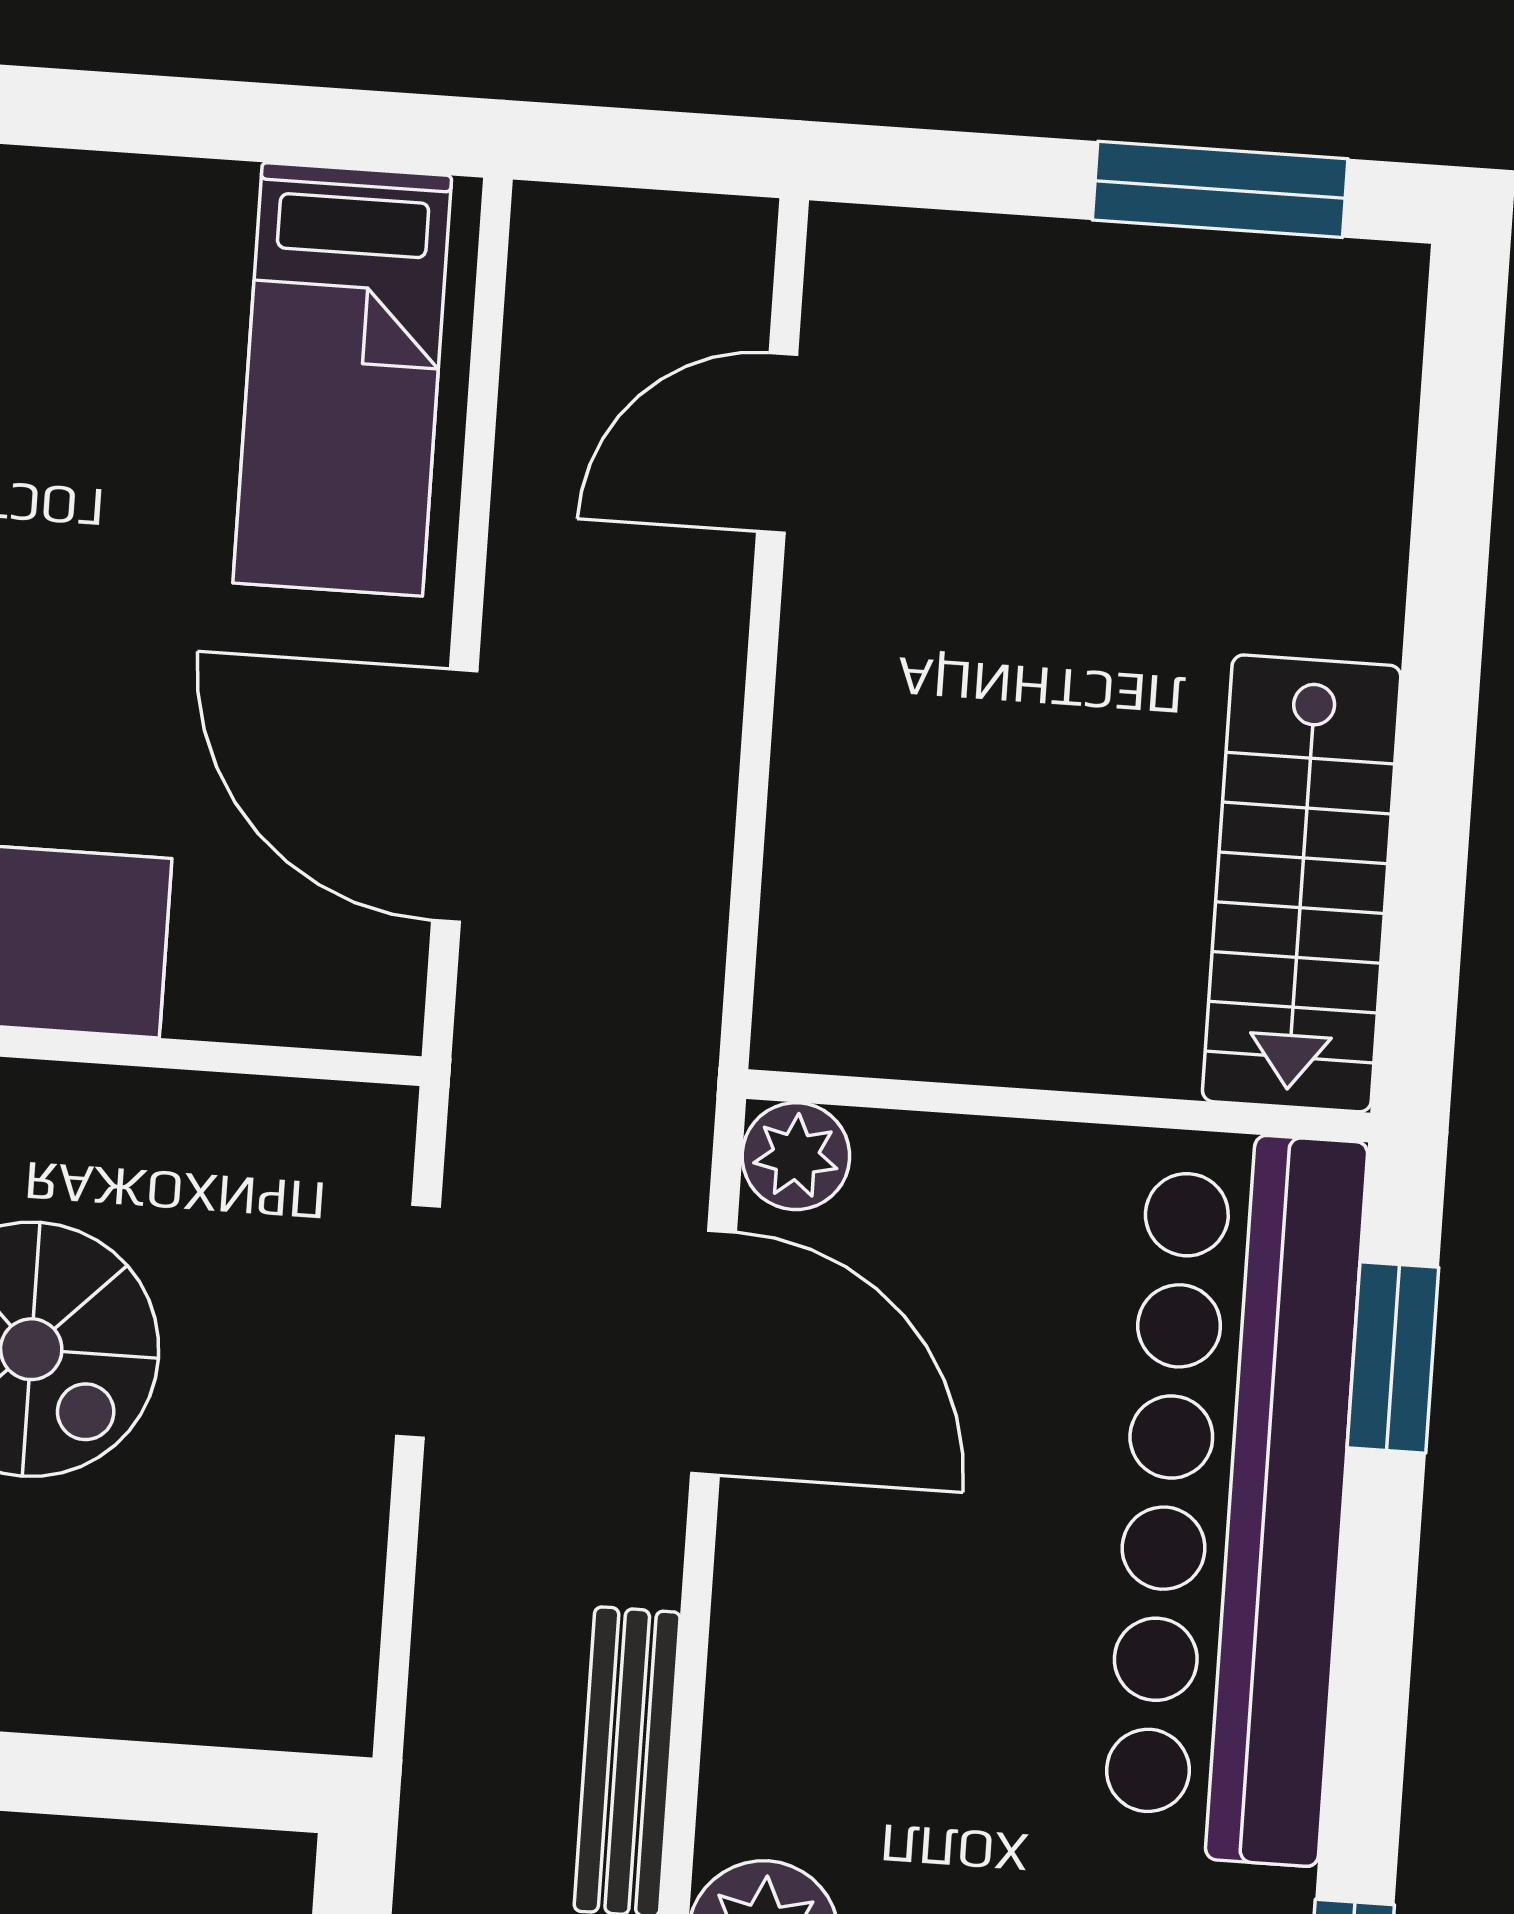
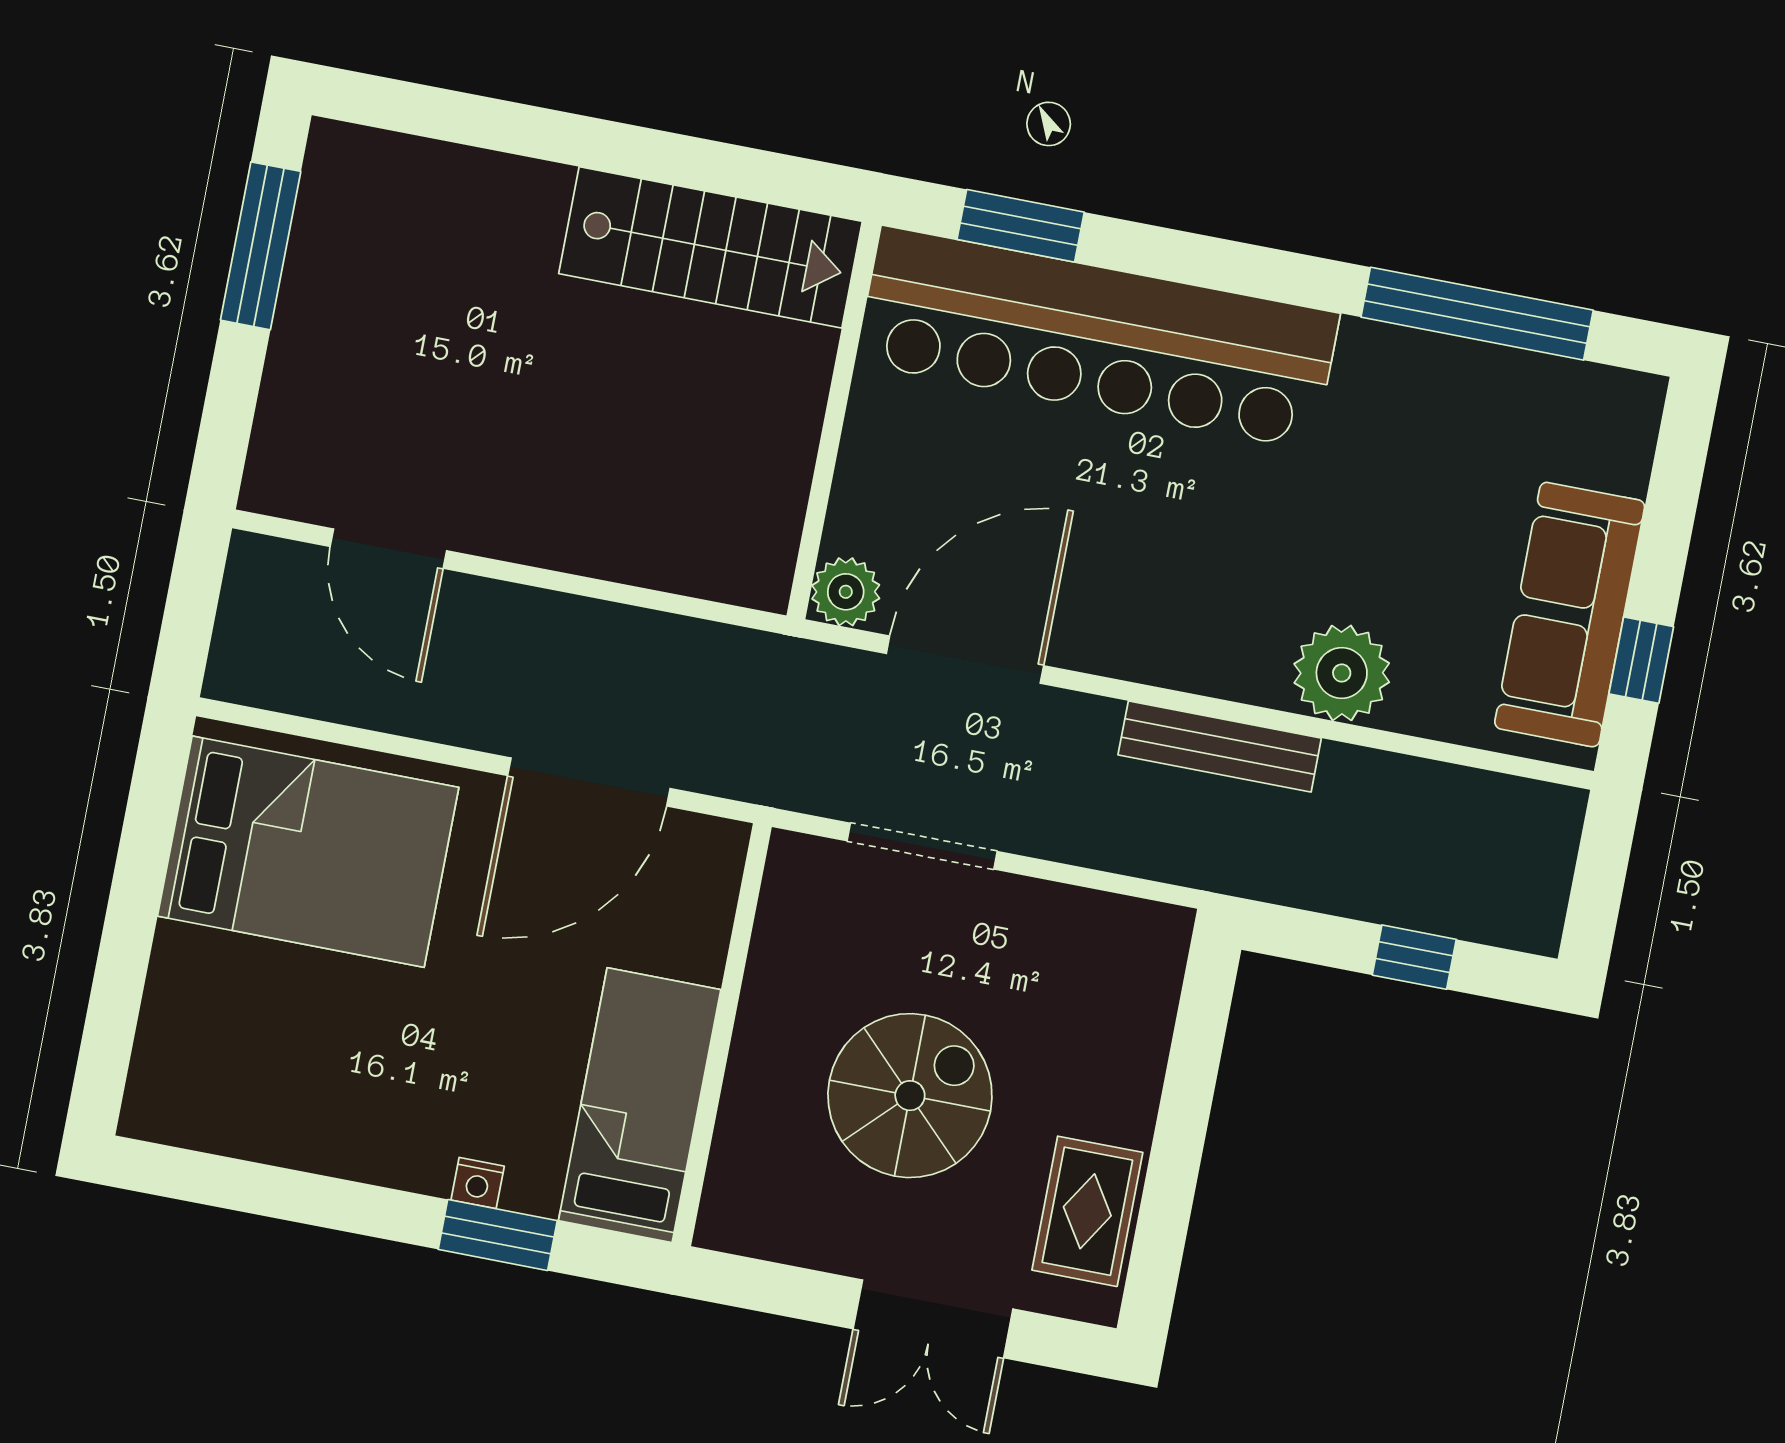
bed: (342, 379) -> (308, 852), width x1.50

